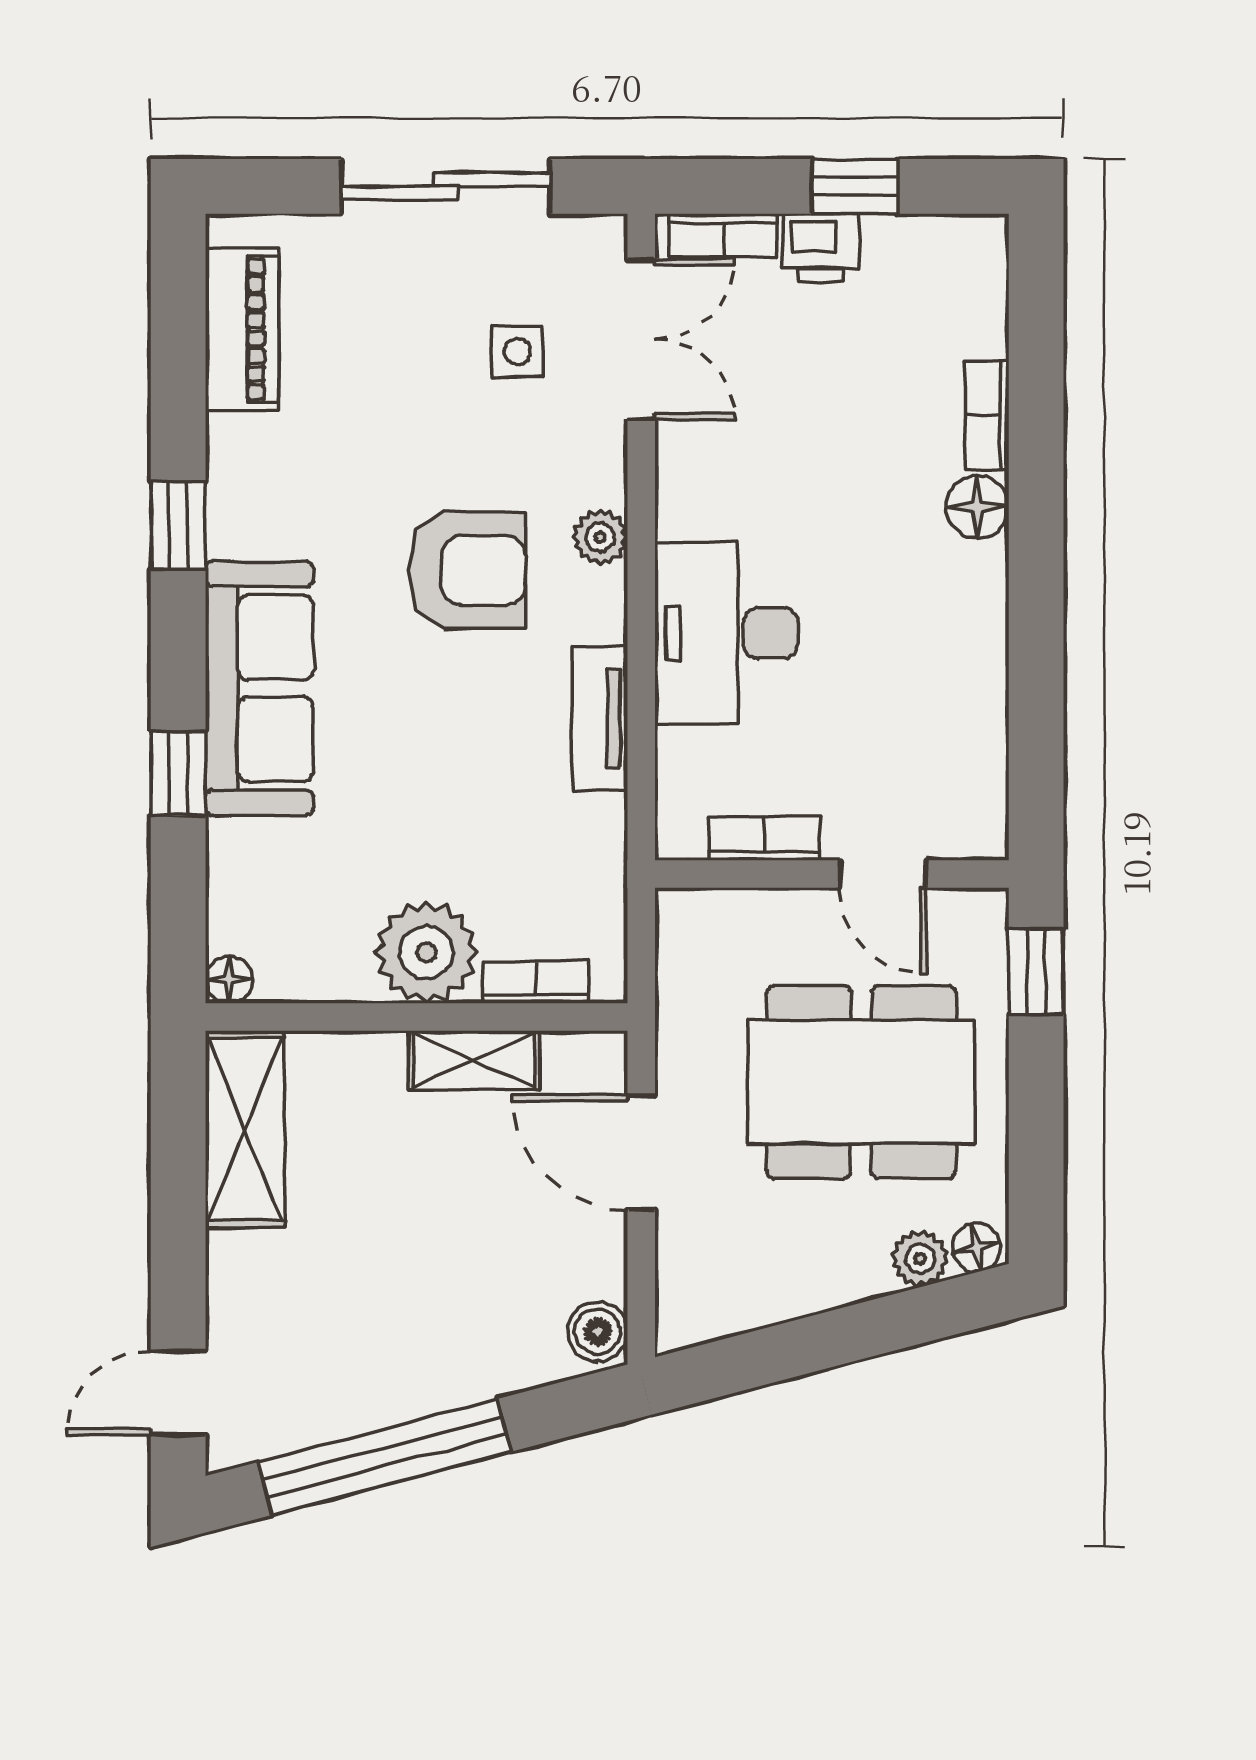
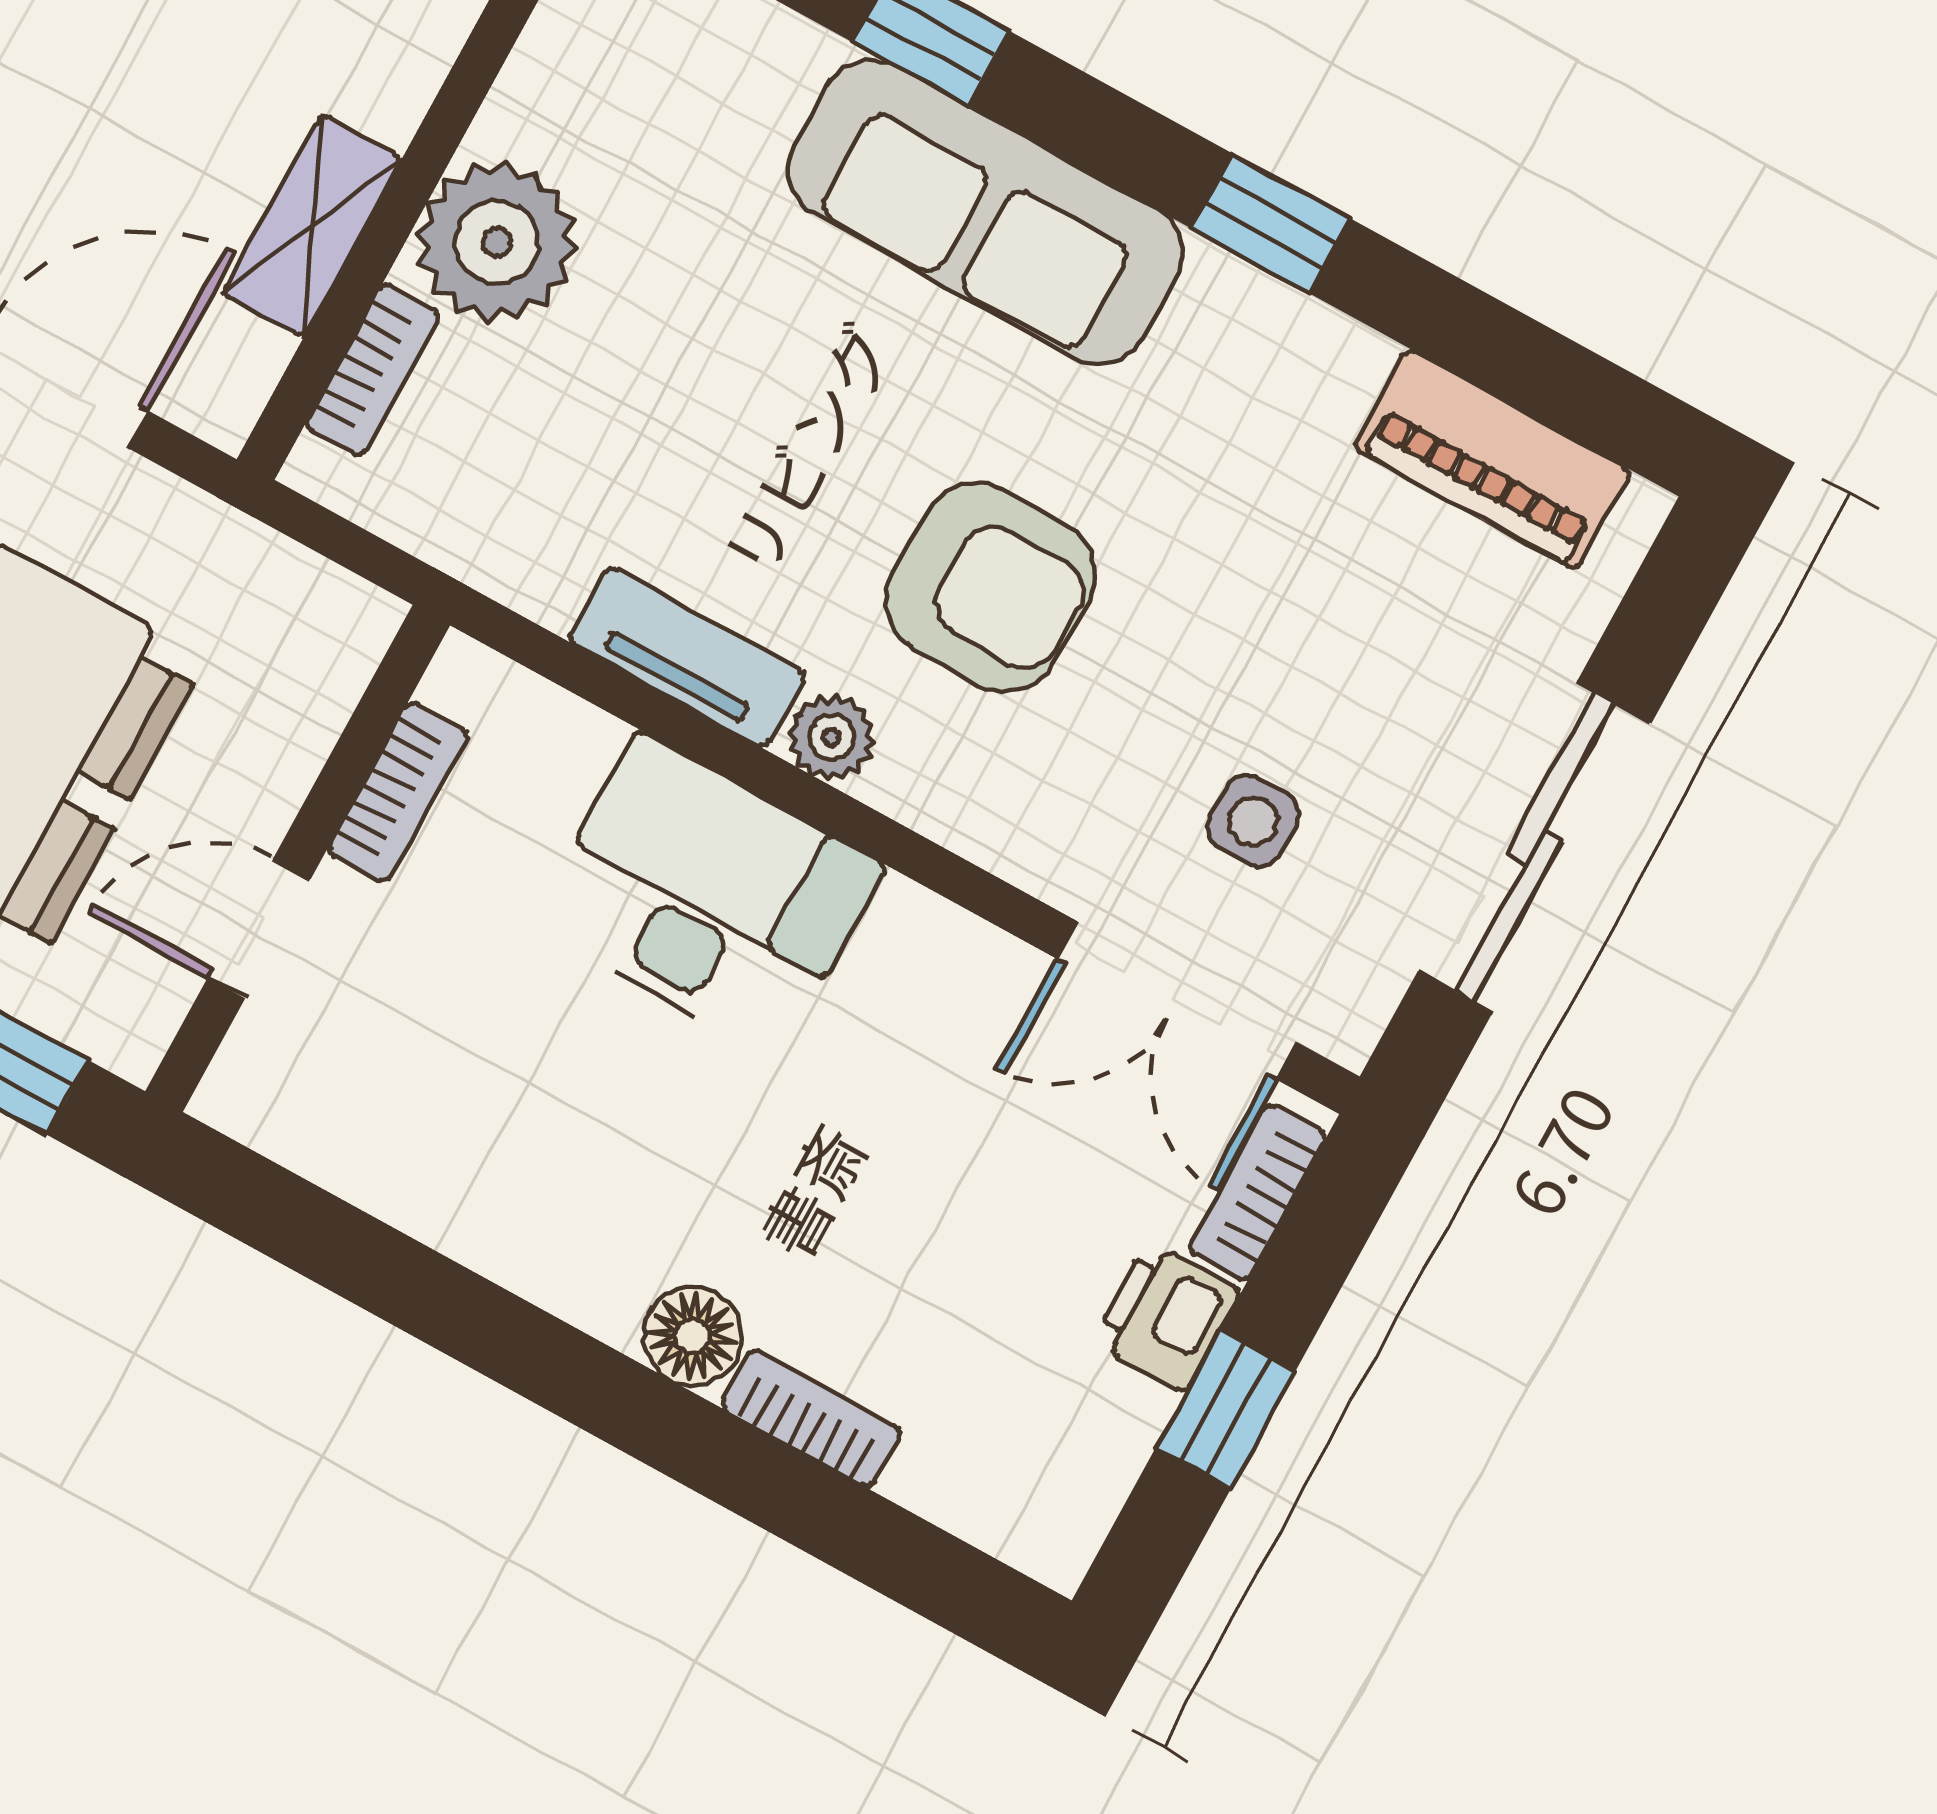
plant: (600, 537) -> (831, 737), moved
armchair: (467, 570) -> (991, 587), turned -89

